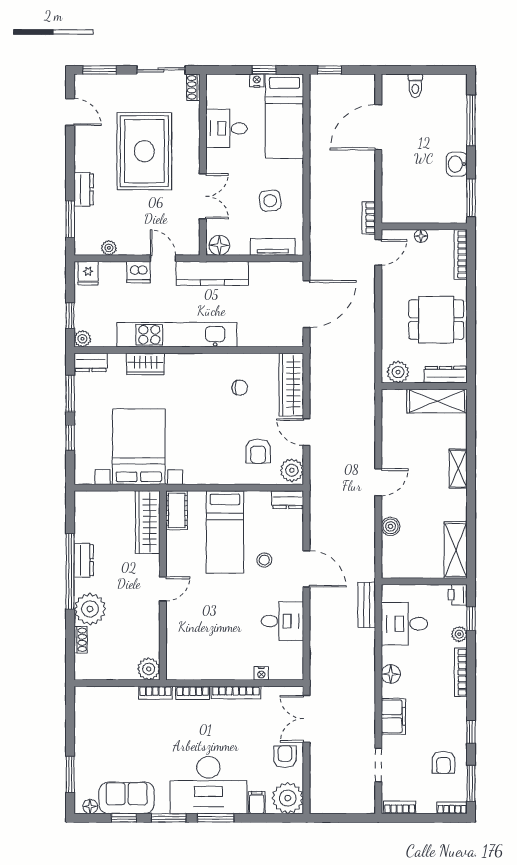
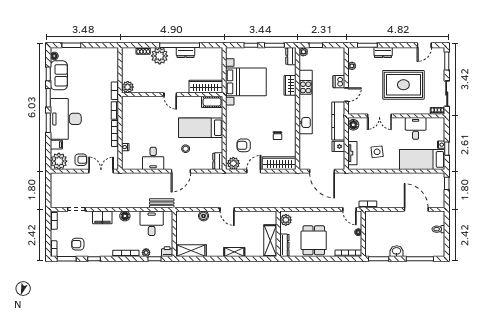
fridge: (88, 273) -> (338, 146), moved

